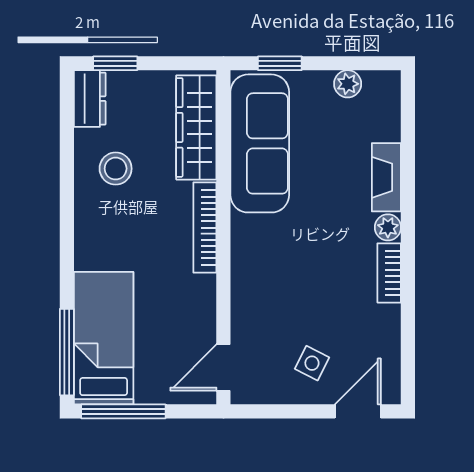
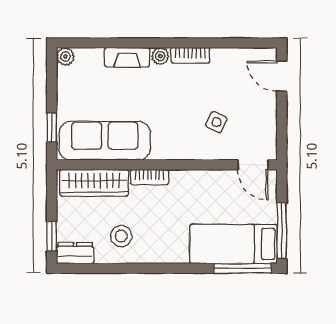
plant: (348, 84) -> (65, 56), moved
bookcase: (205, 228) -> (150, 177), width x0.64
side table: (312, 363) -> (216, 122), moved

